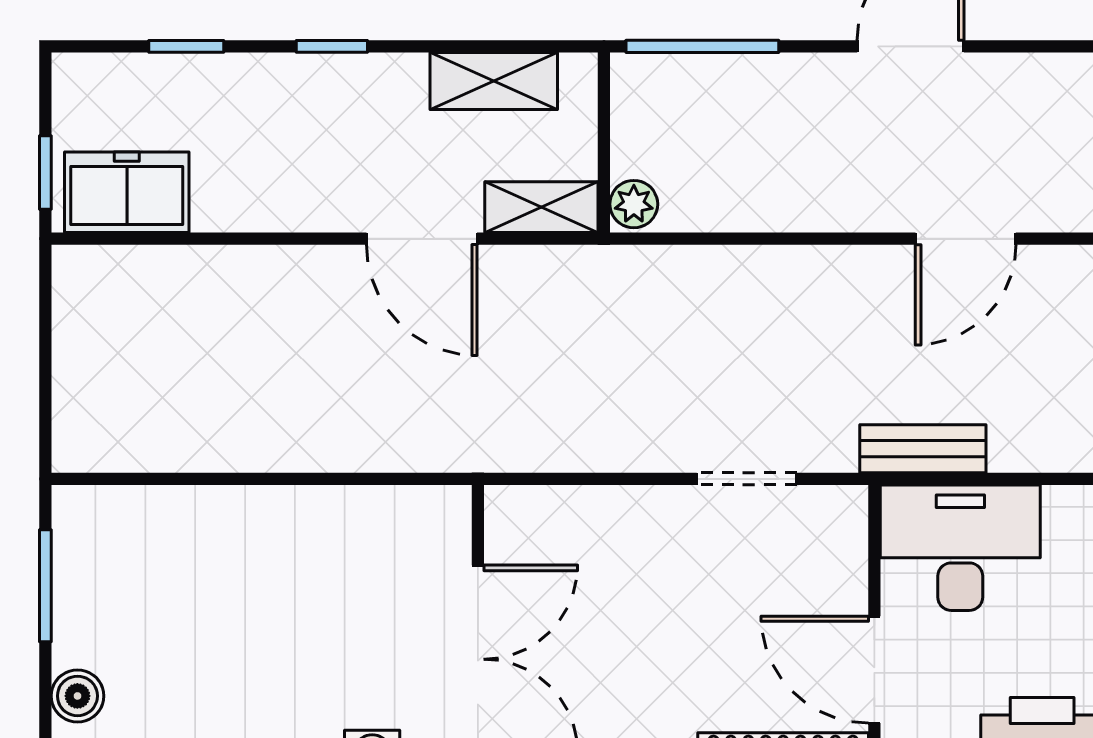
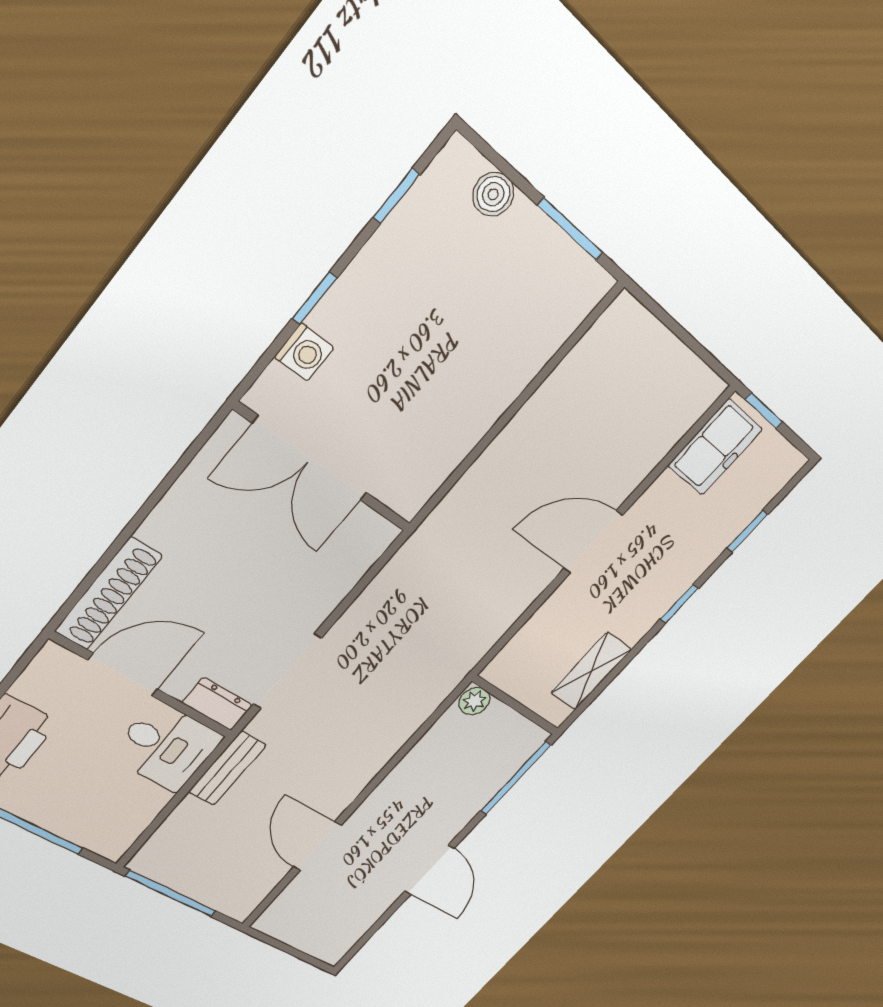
shelving: (541, 207) -> (514, 655), removed
door: (422, 239) -> (593, 542), moved
doorway: (747, 479) -> (287, 671), width x1.38
dresser: (843, 530) -> (217, 704), added
desk: (960, 548) -> (166, 747), width x0.73

